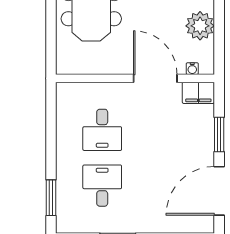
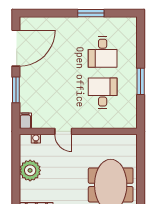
door: (155, 78) -> (63, 131), width x0.53
filing cabinet: (198, 93) -> (25, 121), width x0.50
window: (51, 198) -> (141, 81), moved

